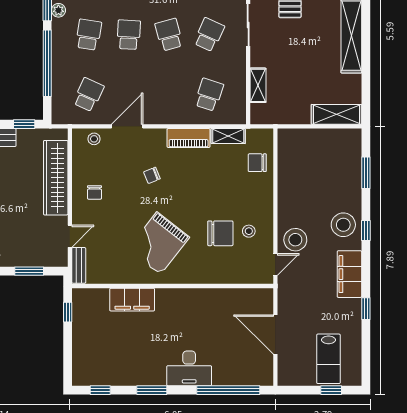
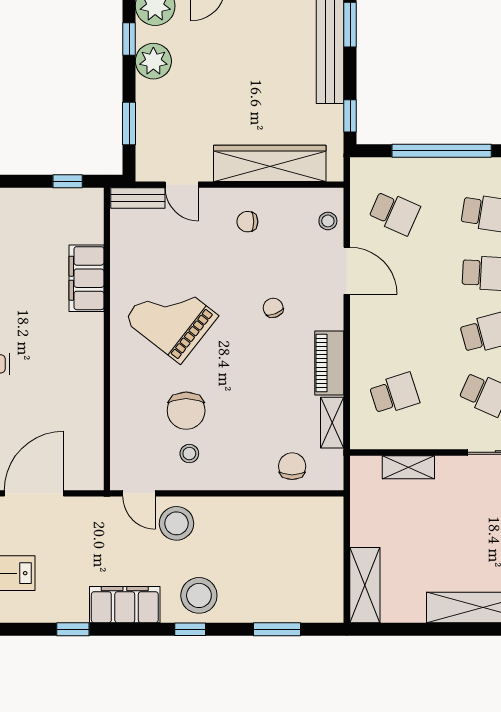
school desk: (209, 95) -> (394, 394), turned -36

